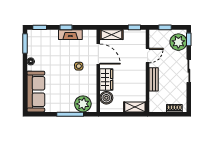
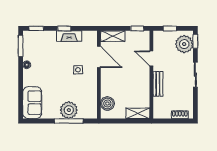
door: (148, 56) -> (151, 59), swing flipped
wardrobe: (106, 80) -> (107, 84), removed
sofa: (36, 92) -> (32, 103), width x0.73
plant: (83, 104) -> (69, 110), moved

